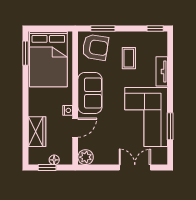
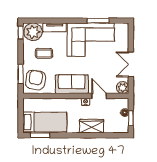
plant: (156, 44) -> (33, 32), added
bed: (48, 59) -> (45, 122), width x0.67
wardrobe: (37, 132) -> (92, 126), moved
double door: (135, 168) -> (131, 64), moved

